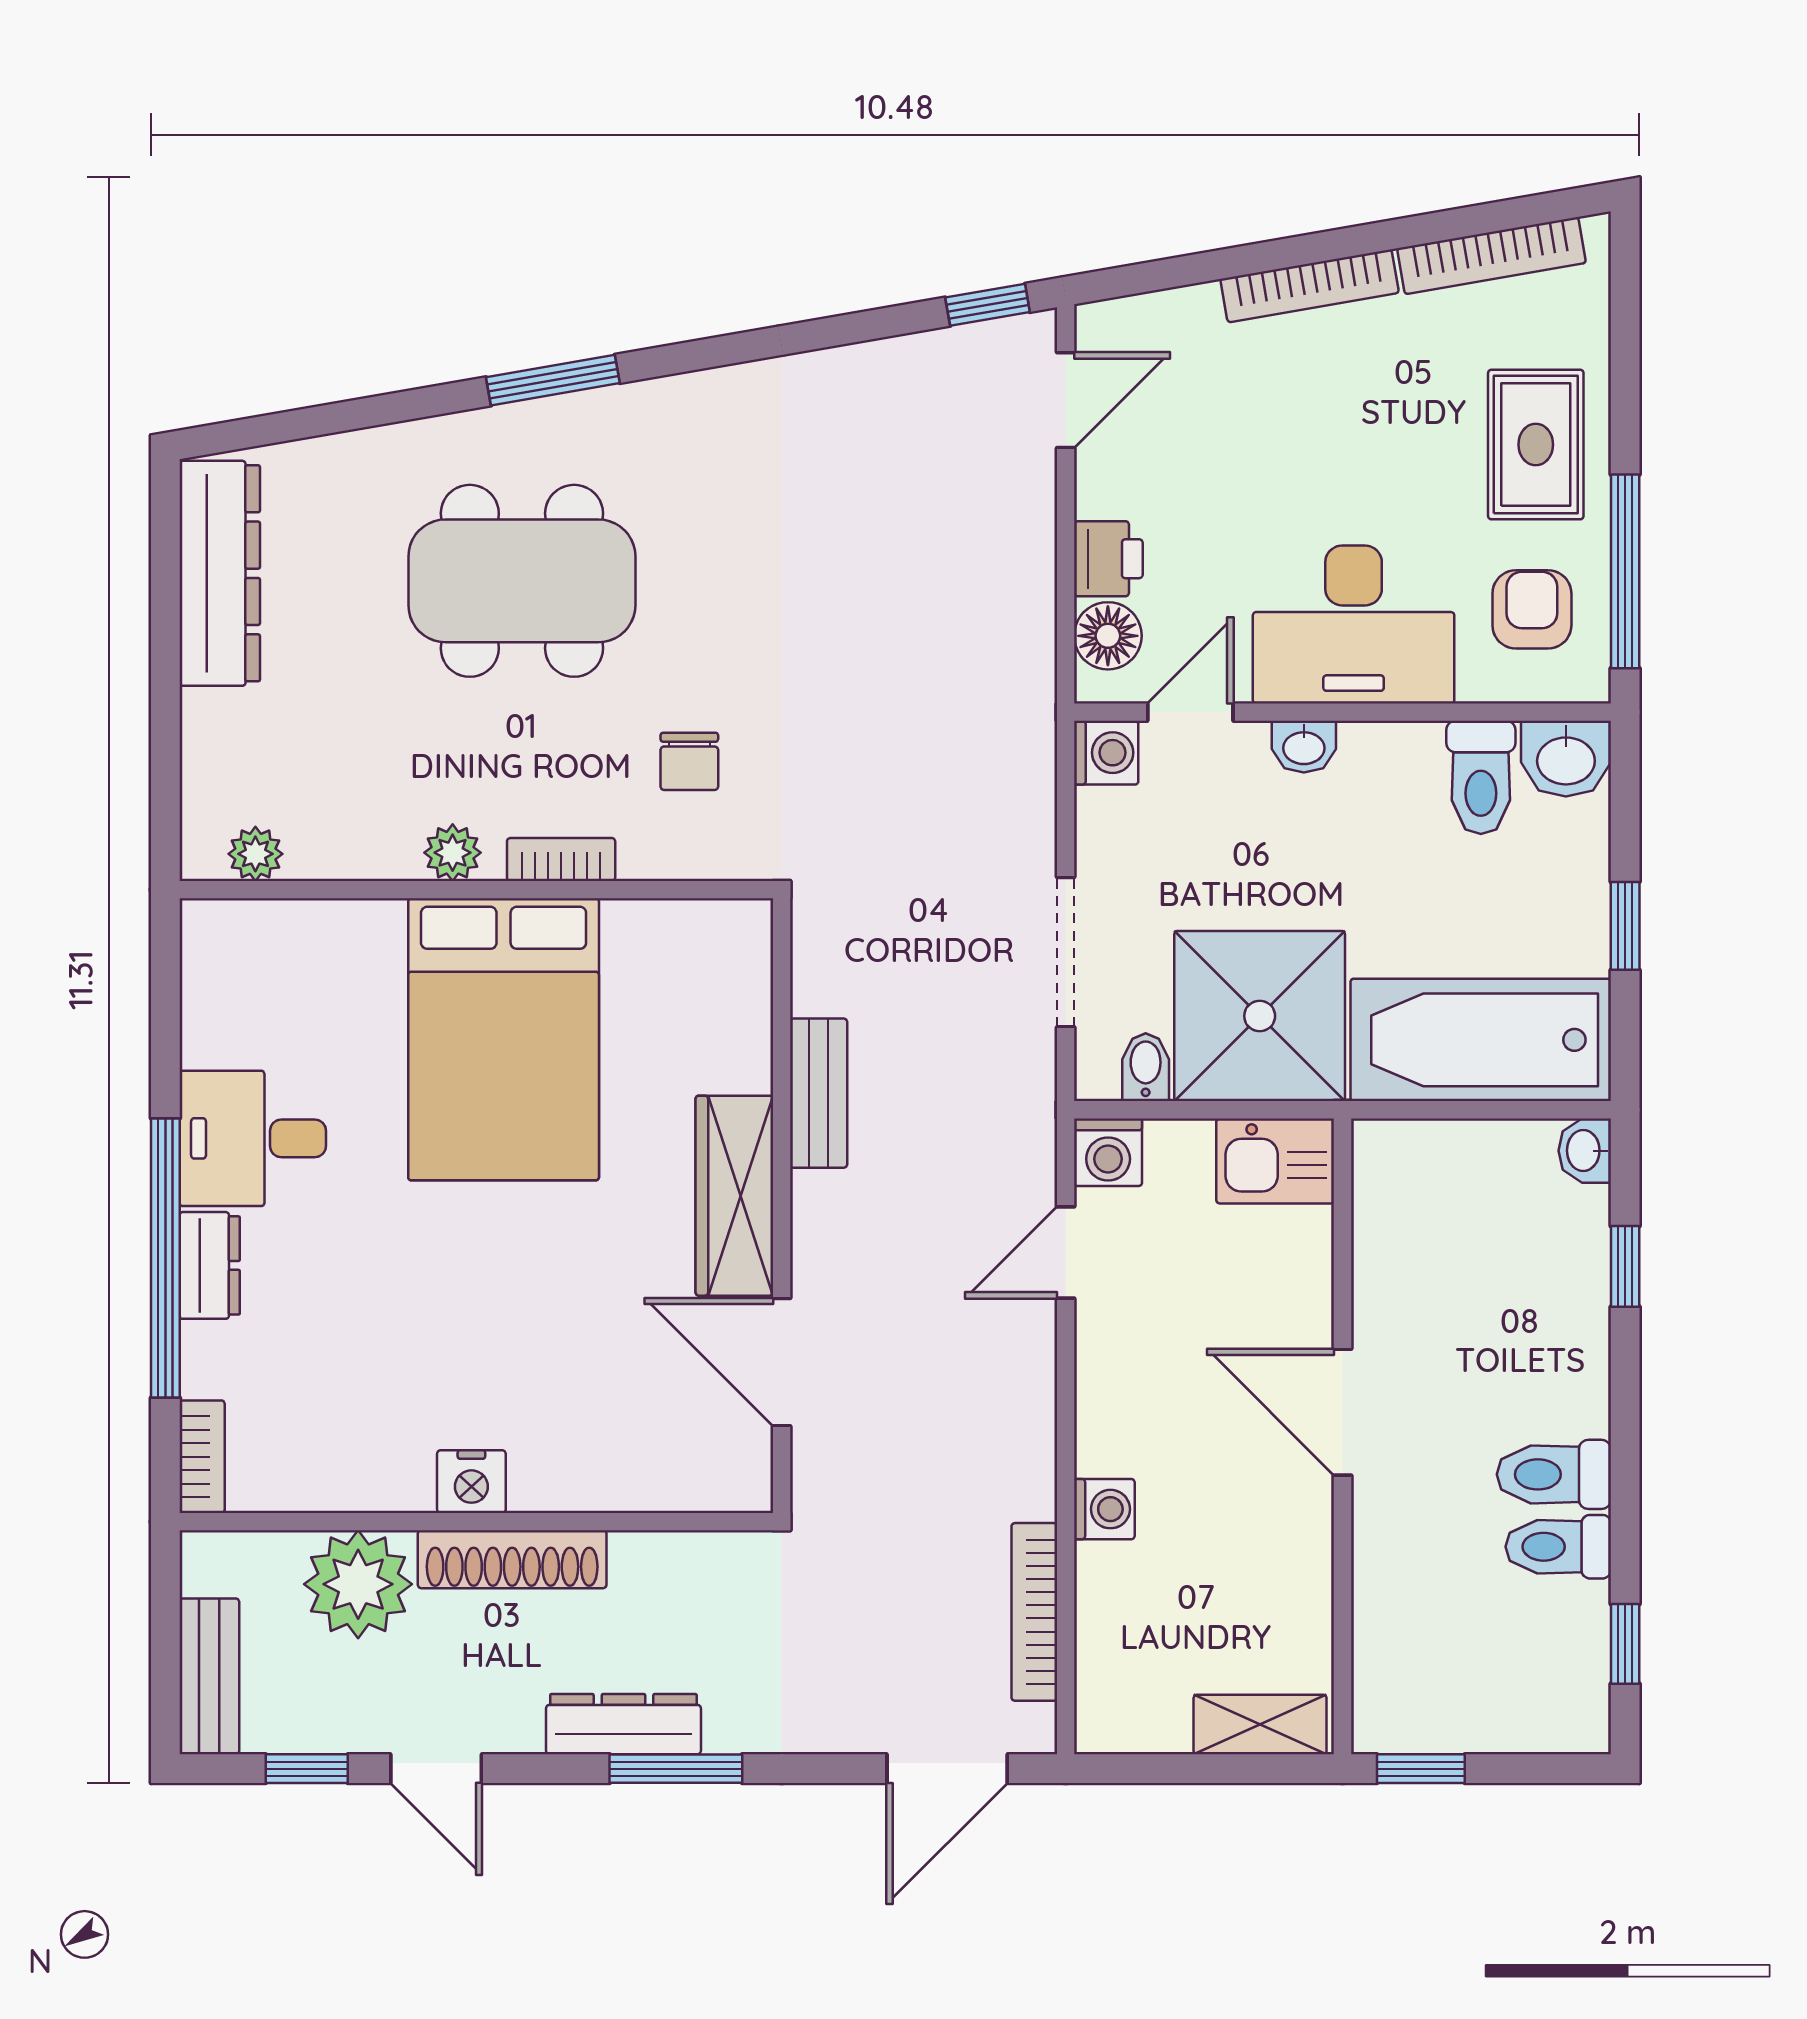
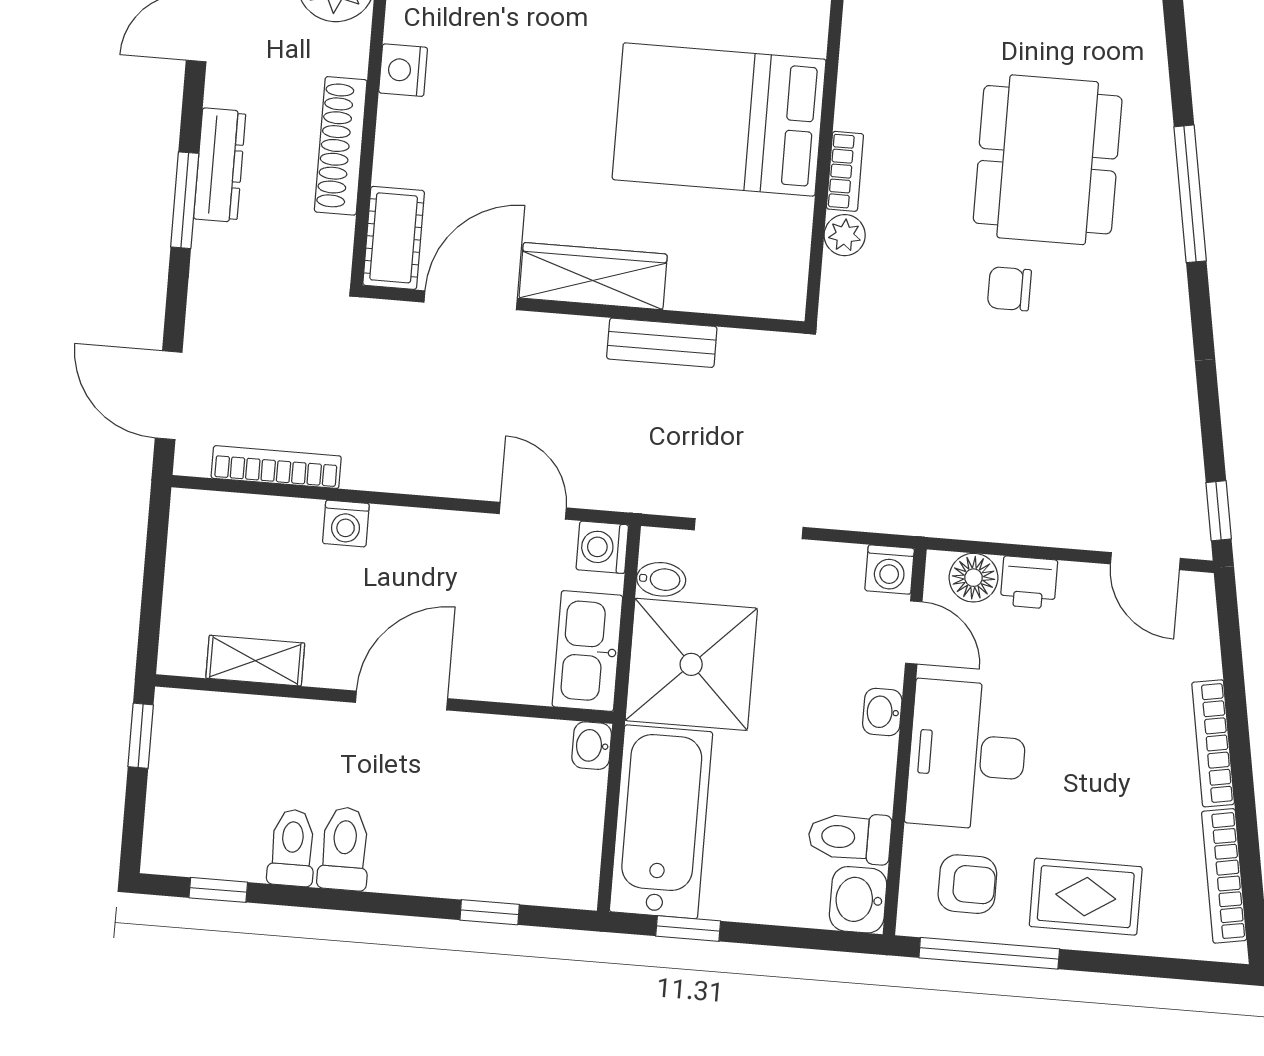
window: (553, 380) -> (1190, 194), width x1.44
chair: (689, 761) -> (1009, 289), moved
plant: (453, 853) -> (845, 235), moved
window: (1625, 926) -> (688, 929), moved
washbasin: (1585, 1151) -> (592, 746), moved, turned -90
kitchen sink: (1275, 1161) -> (587, 651), width x1.38
cot: (704, 1476) -> (394, 238), added
shoe rack: (512, 1559) -> (341, 146), moved
shelving: (1260, 1725) -> (255, 661), moved, turned 90

